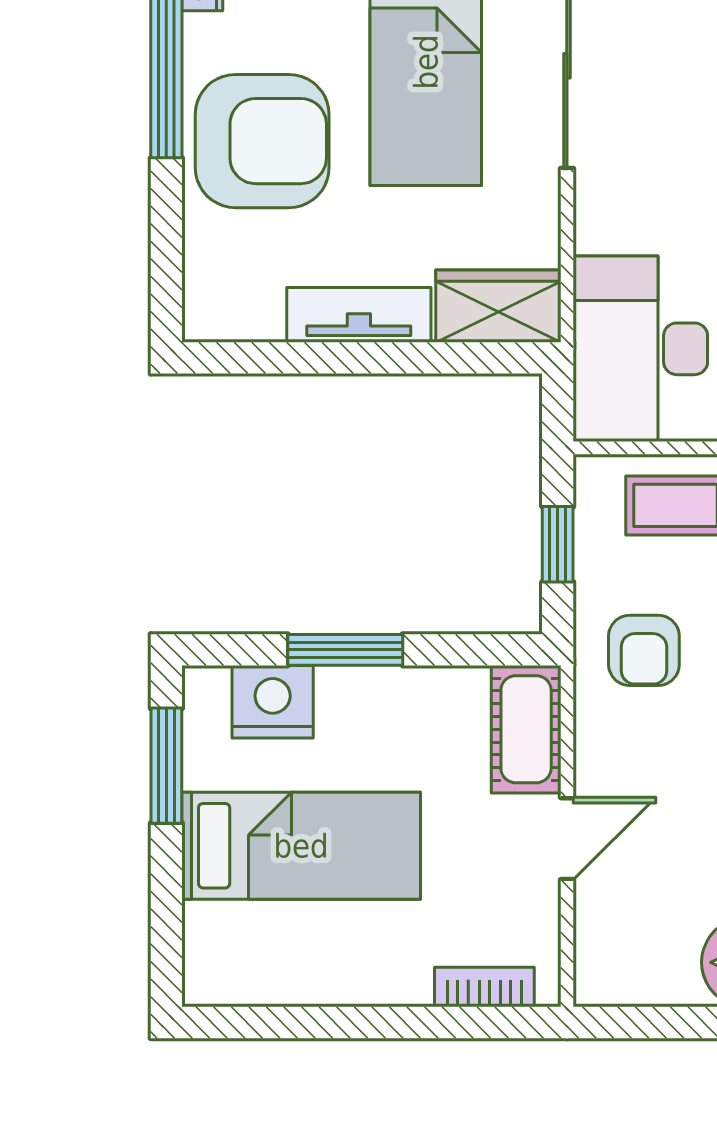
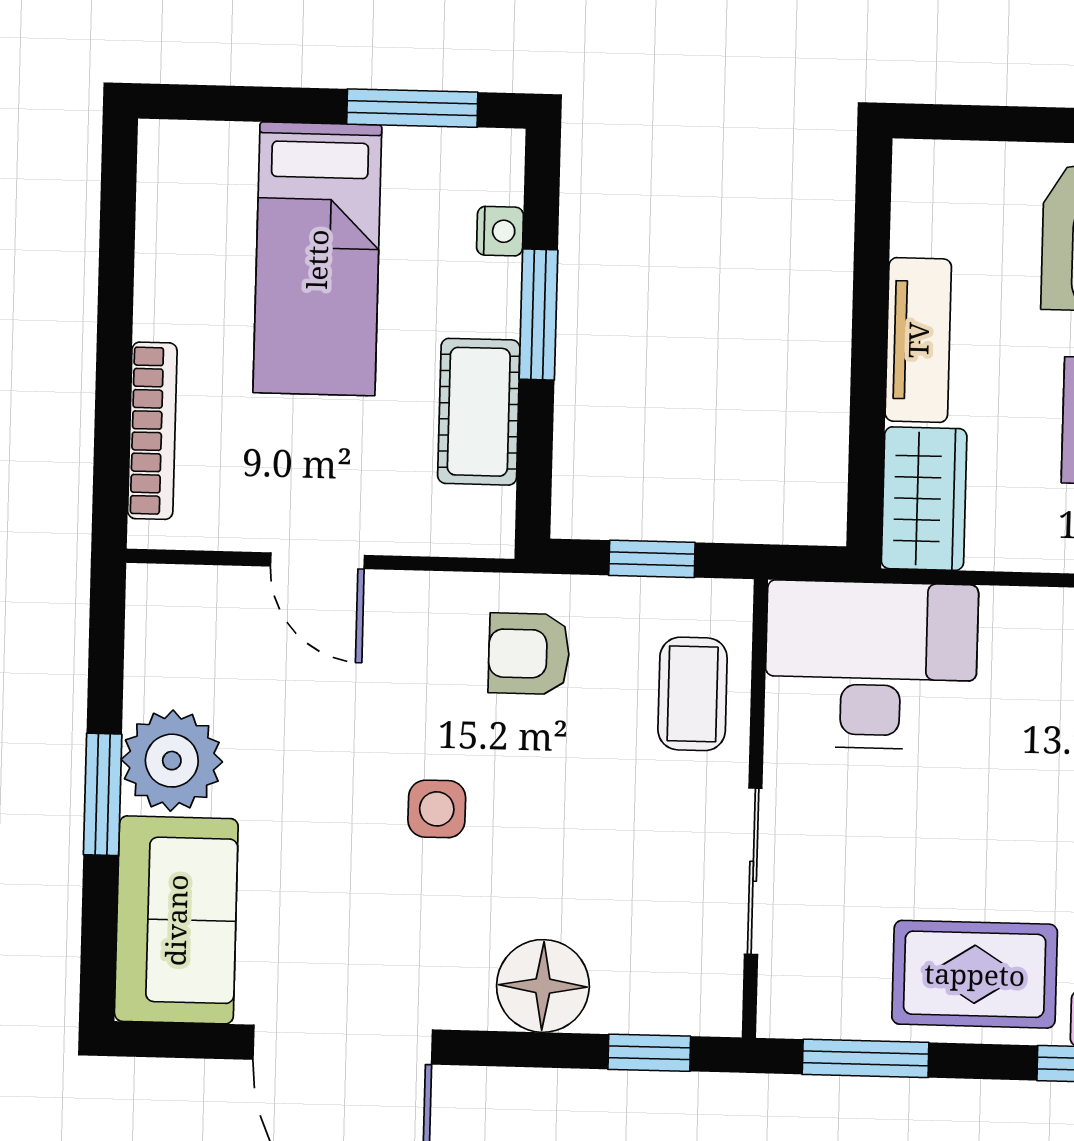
nightstand: (273, 702) -> (500, 231), width x0.53, depth x0.56
cot: (526, 729) -> (479, 412), moved, turned 90
bookcase: (484, 987) -> (152, 431), width x1.56

